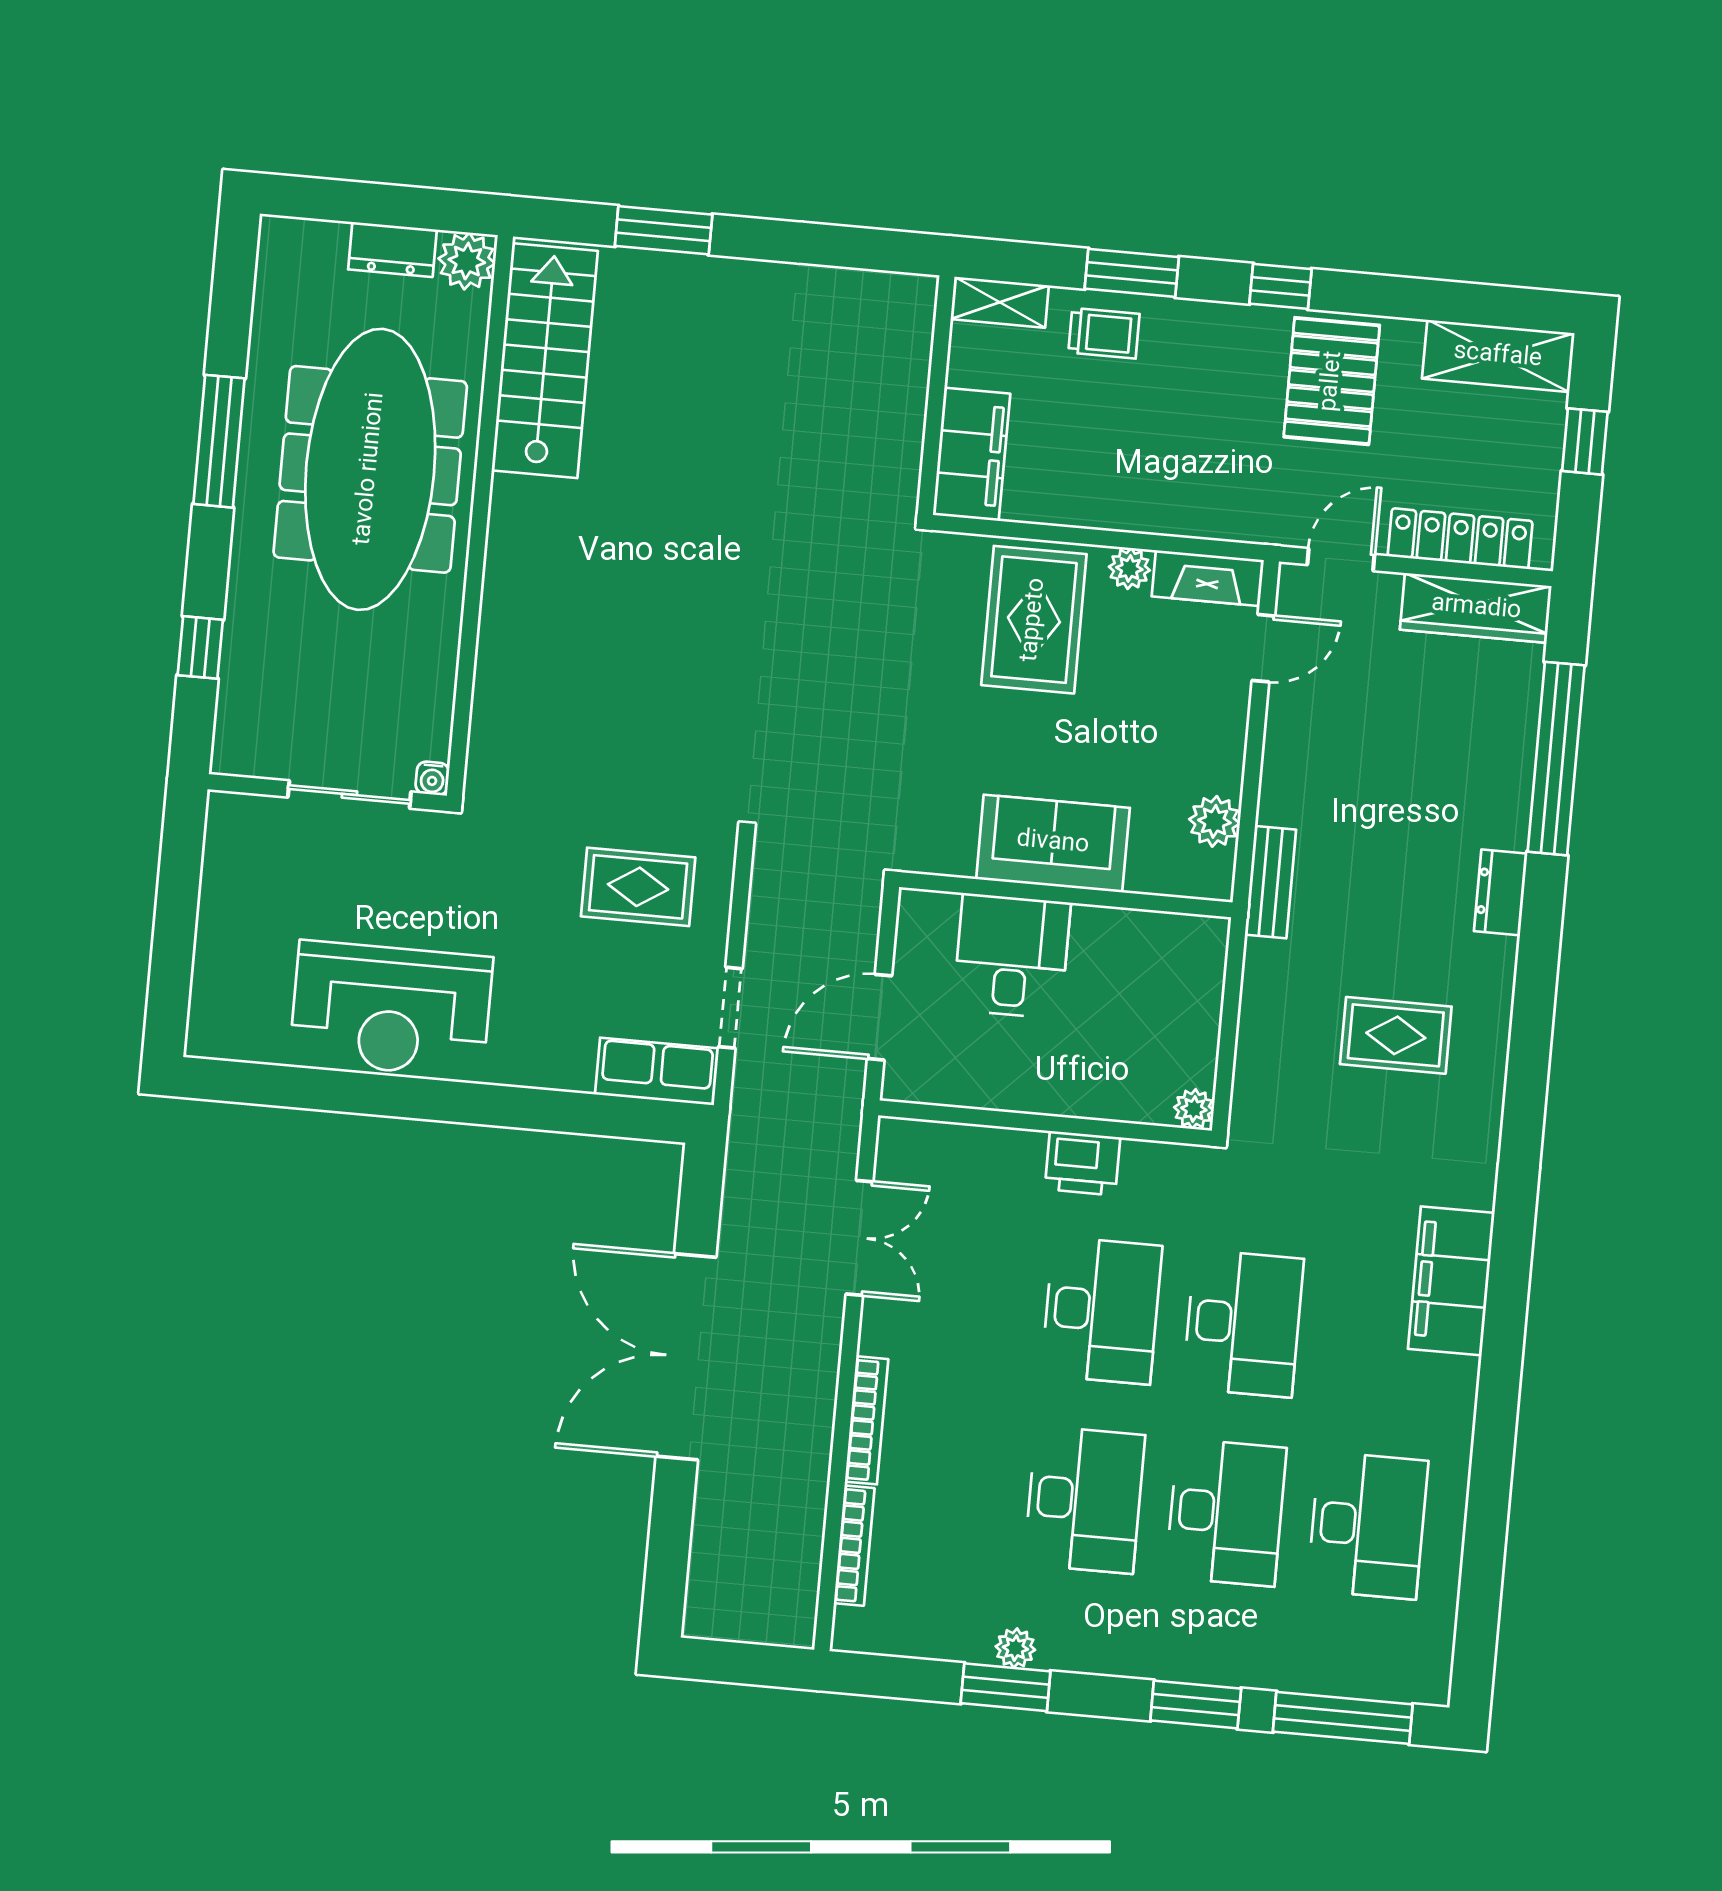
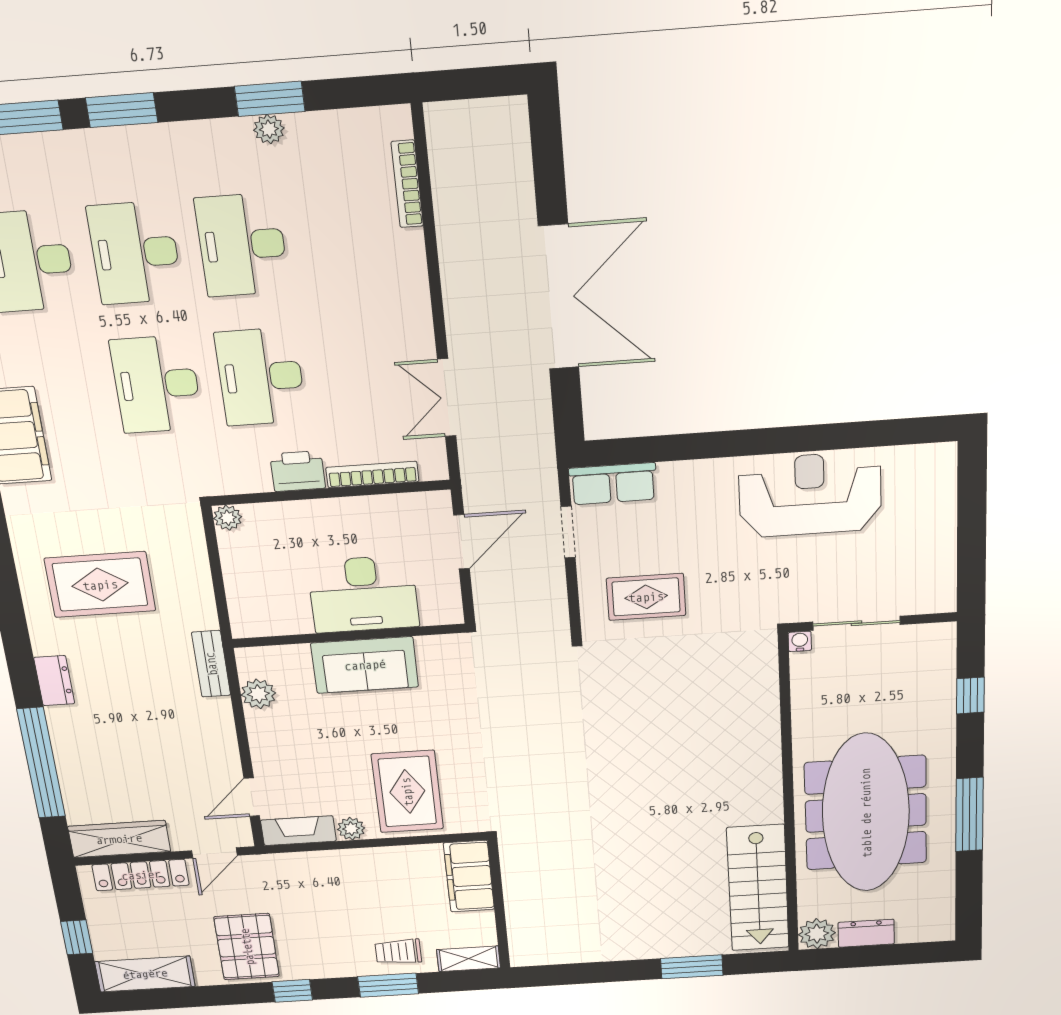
desk: (1012, 956) -> (363, 594), width x1.37
rug: (1396, 1035) -> (100, 585), width x1.36, depth x1.43
bookcase: (867, 1420) -> (372, 475), moved, turned 90

